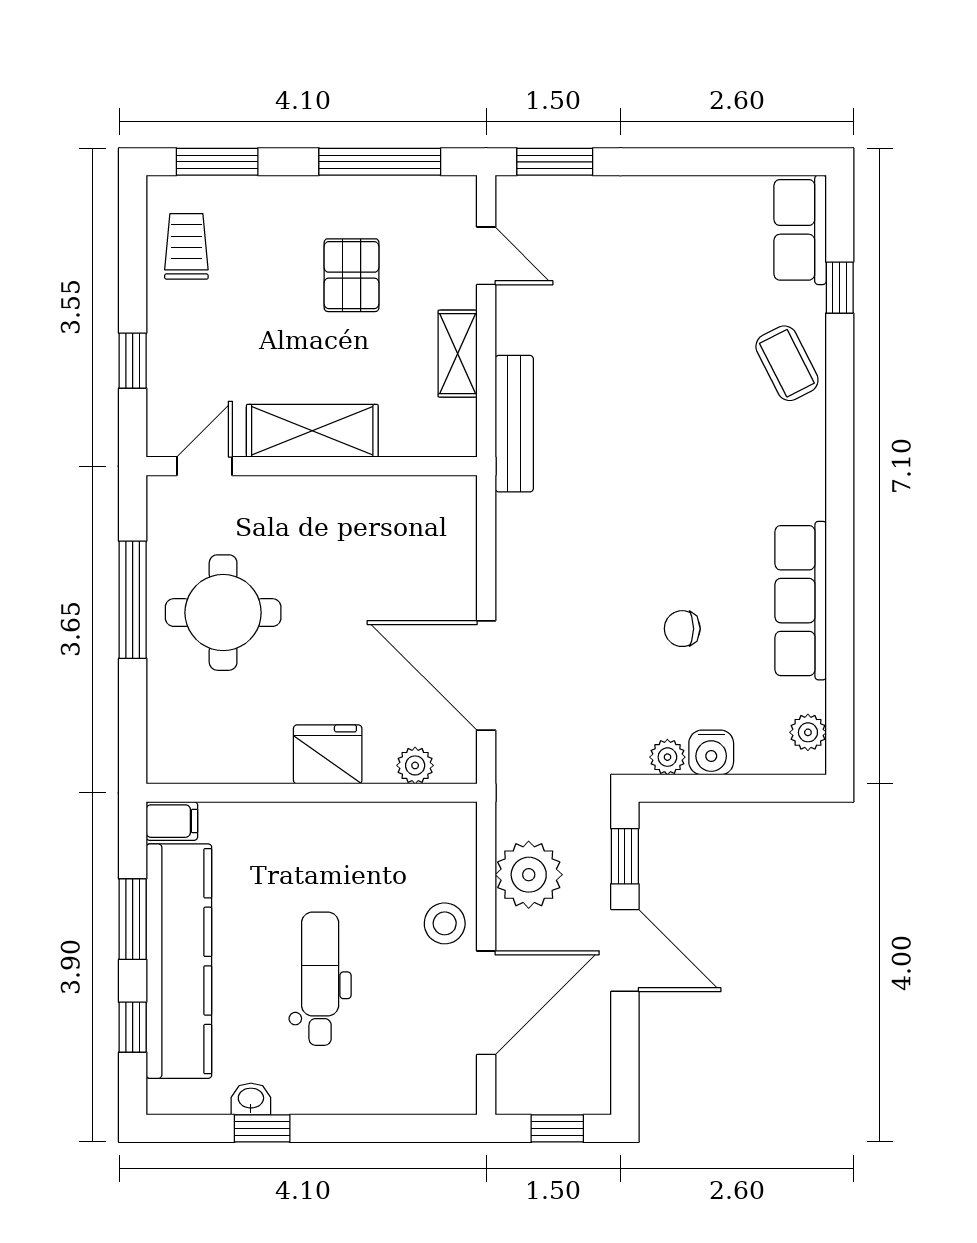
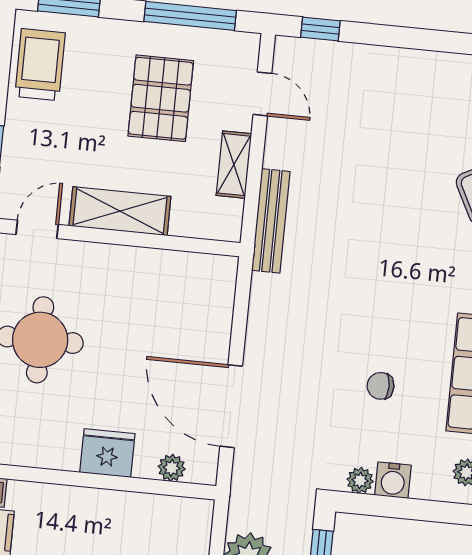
window: (555, 162) -> (320, 29), width x0.67
trolley: (186, 246) -> (40, 65), width x1.36, depth x1.39
pallet: (352, 275) -> (161, 98), width x1.50, depth x1.42

